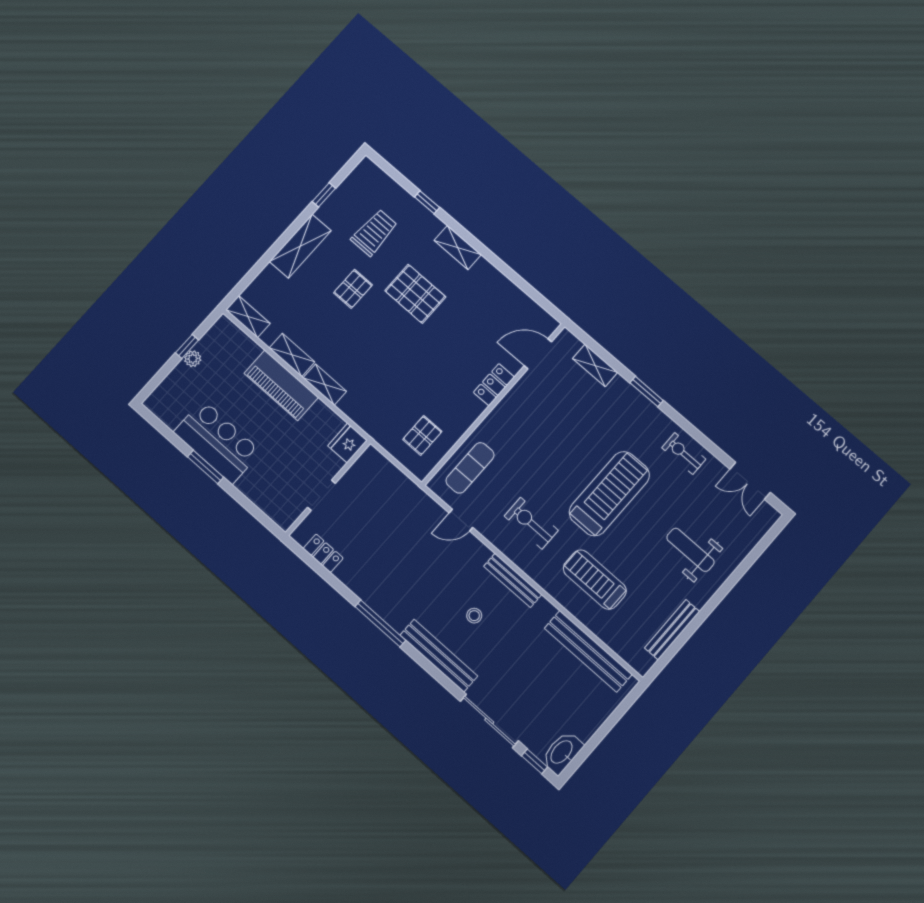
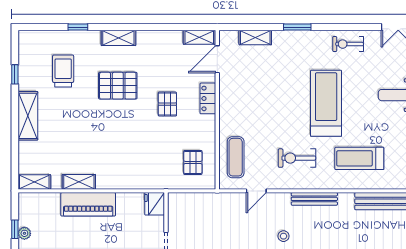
pallet: (353, 289) -> (167, 104), moved
shelving: (325, 385) -> (199, 37), moved
stool: (474, 616) -> (283, 236), moved

